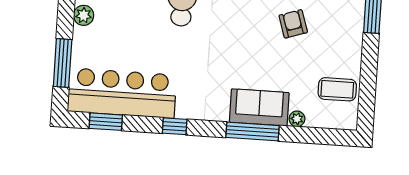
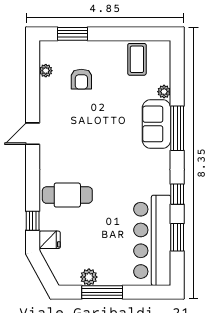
armchair: (293, 24) -> (81, 79), moved, turned -72
window: (63, 63) -> (102, 292), moved
window: (106, 122) -> (177, 237), moved

